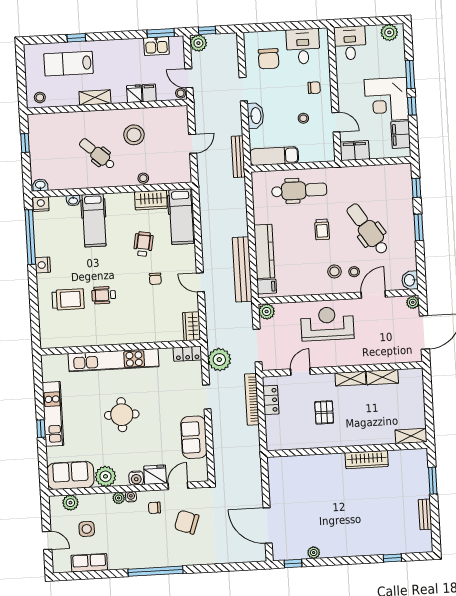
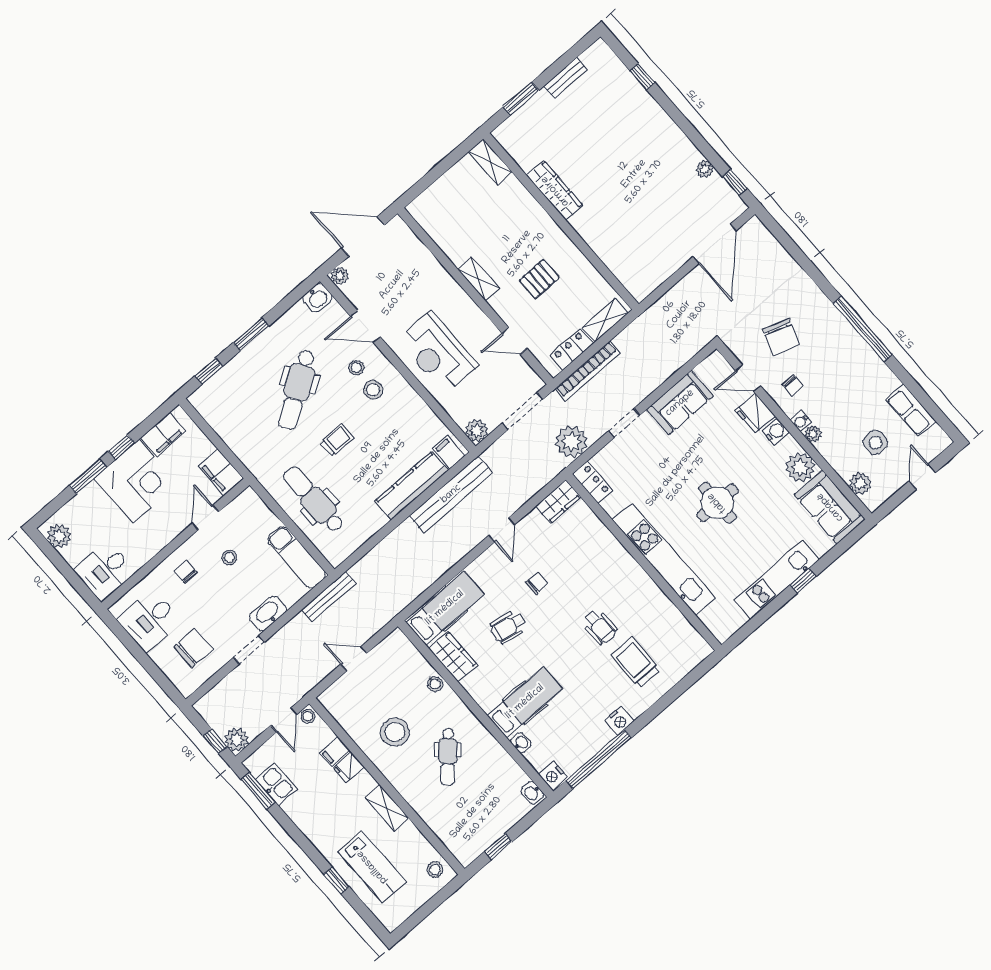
shelving: (382, 377) -> (605, 320), moved, turned 90

